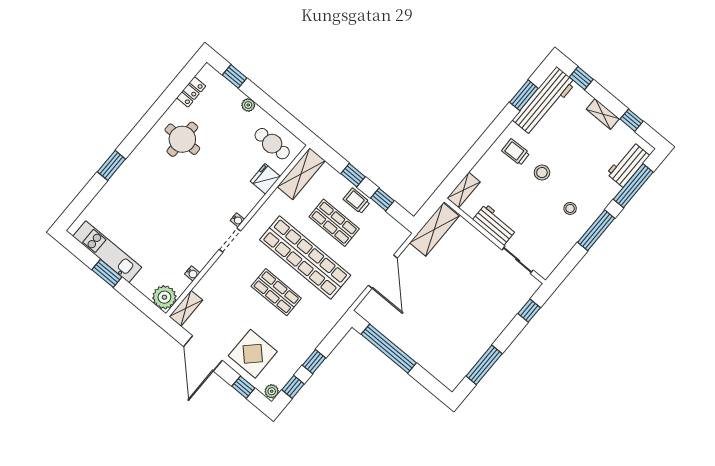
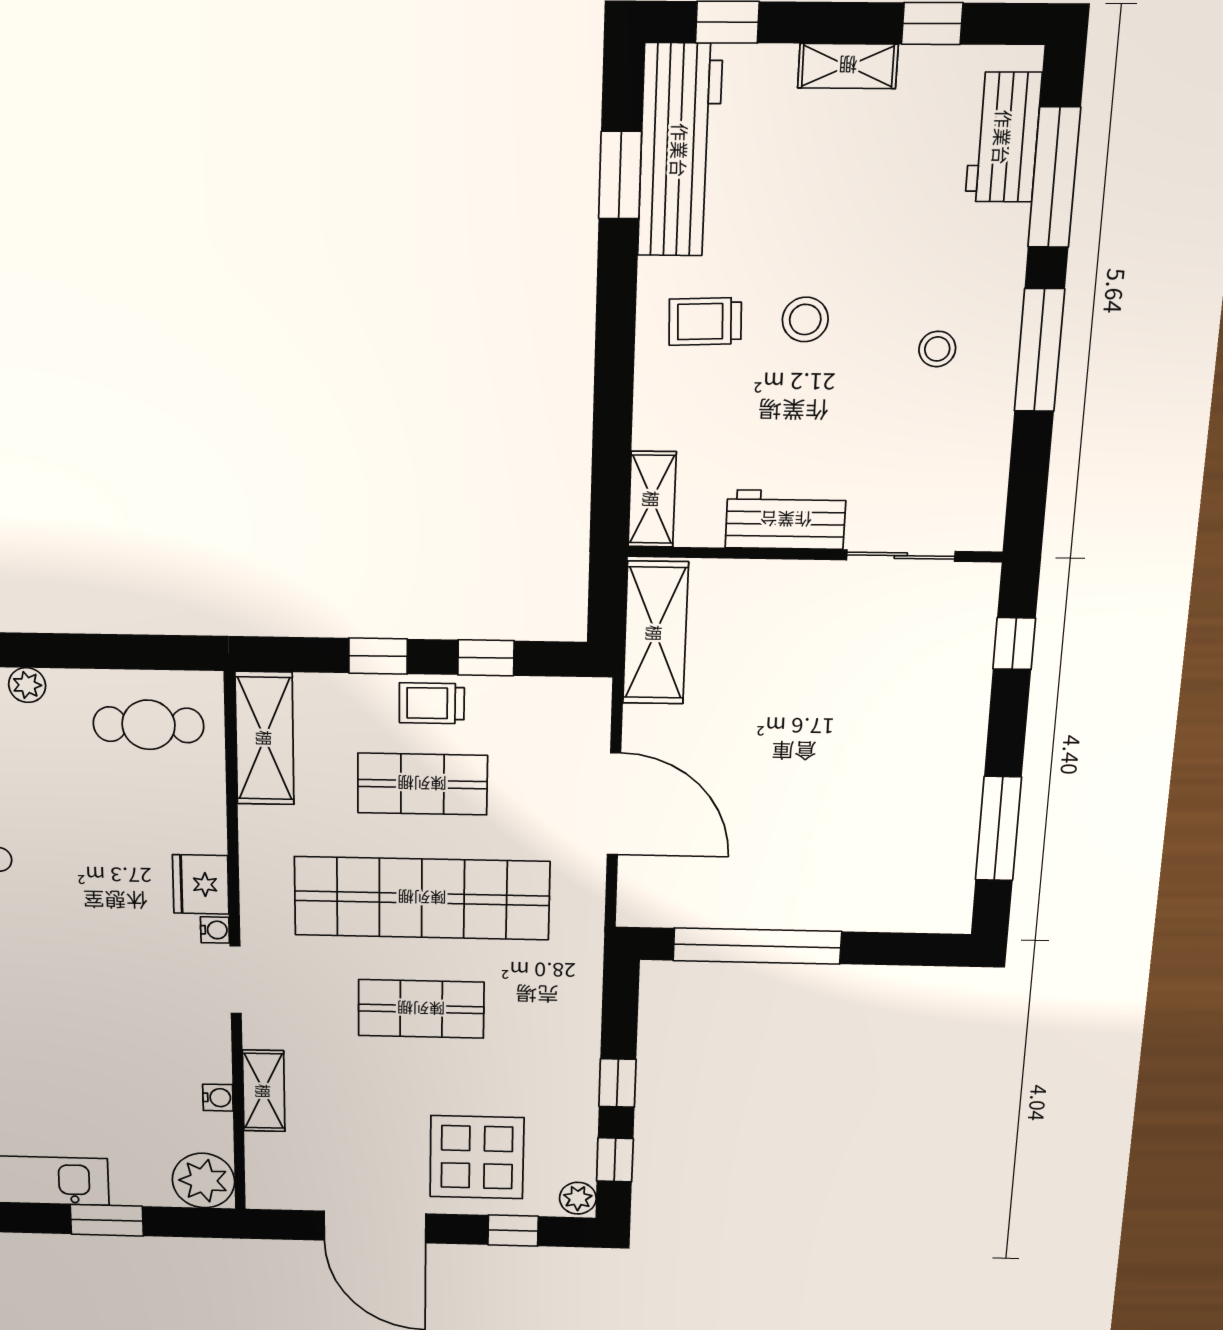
fridge: (265, 179) -> (201, 884), moved
window: (107, 273) -> (107, 1220), moved
shelving: (186, 308) -> (264, 1091), moved

